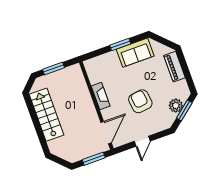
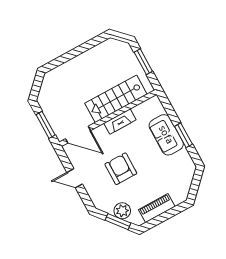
sofa: (135, 53) -> (166, 135), moved
piano: (174, 67) -> (157, 208), moved
armchair: (140, 101) -> (121, 169), turned -83
stairs: (46, 115) -> (116, 99), moved, turned 180

